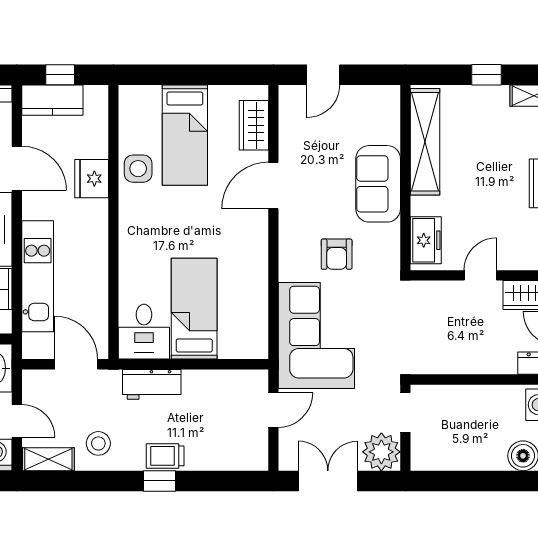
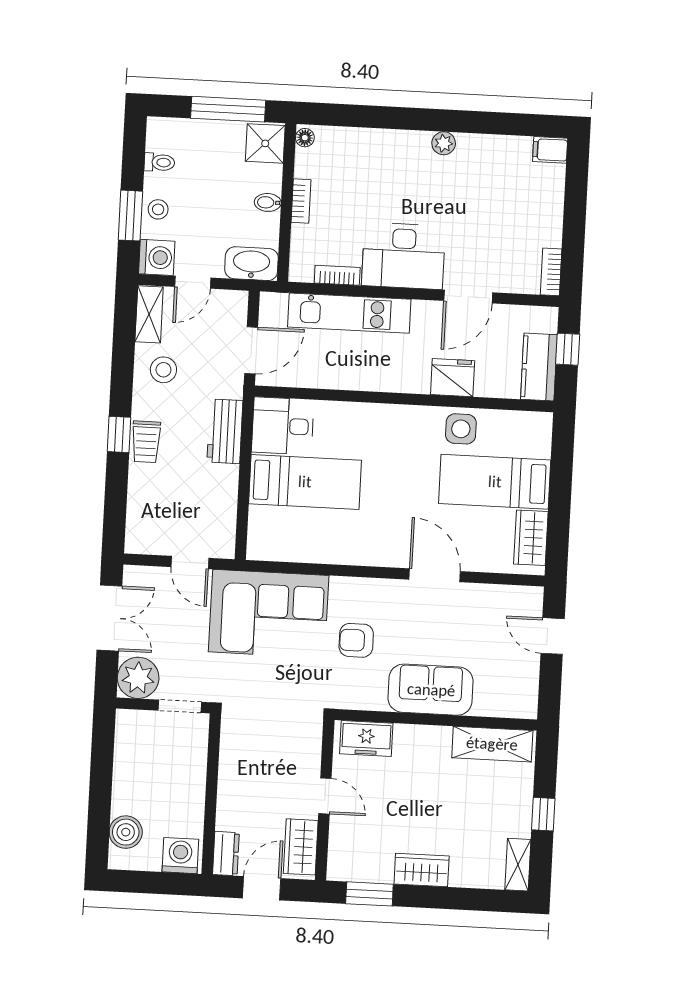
kitchen counter: (52, 100) -> (539, 367), moved
wardrobe: (254, 125) -> (531, 538), moved, turned -90
shelving: (425, 142) -> (492, 744), width x0.68
trolley: (165, 456) -> (146, 442), turned 180

